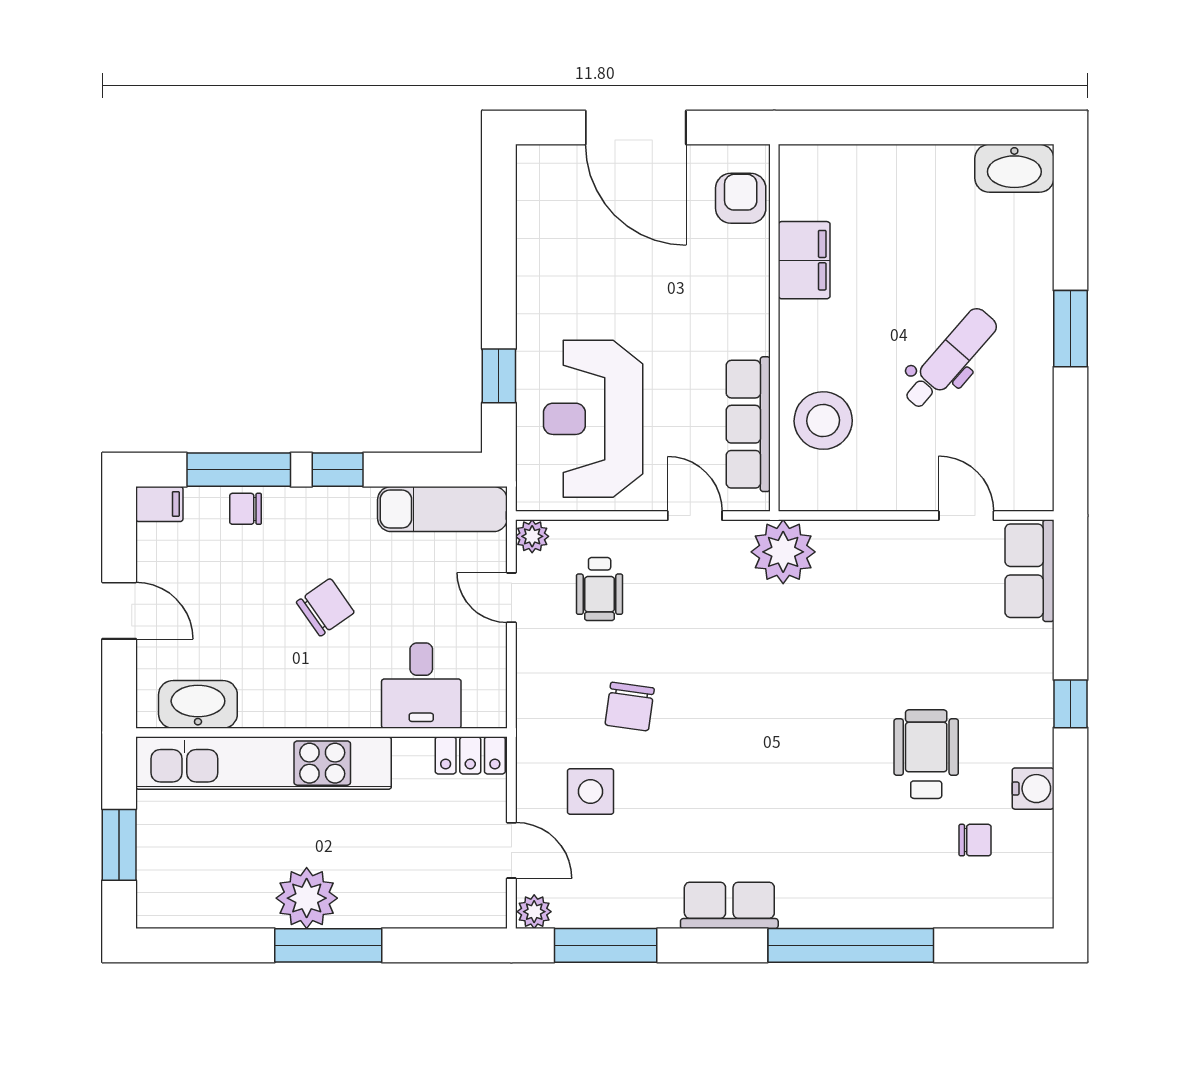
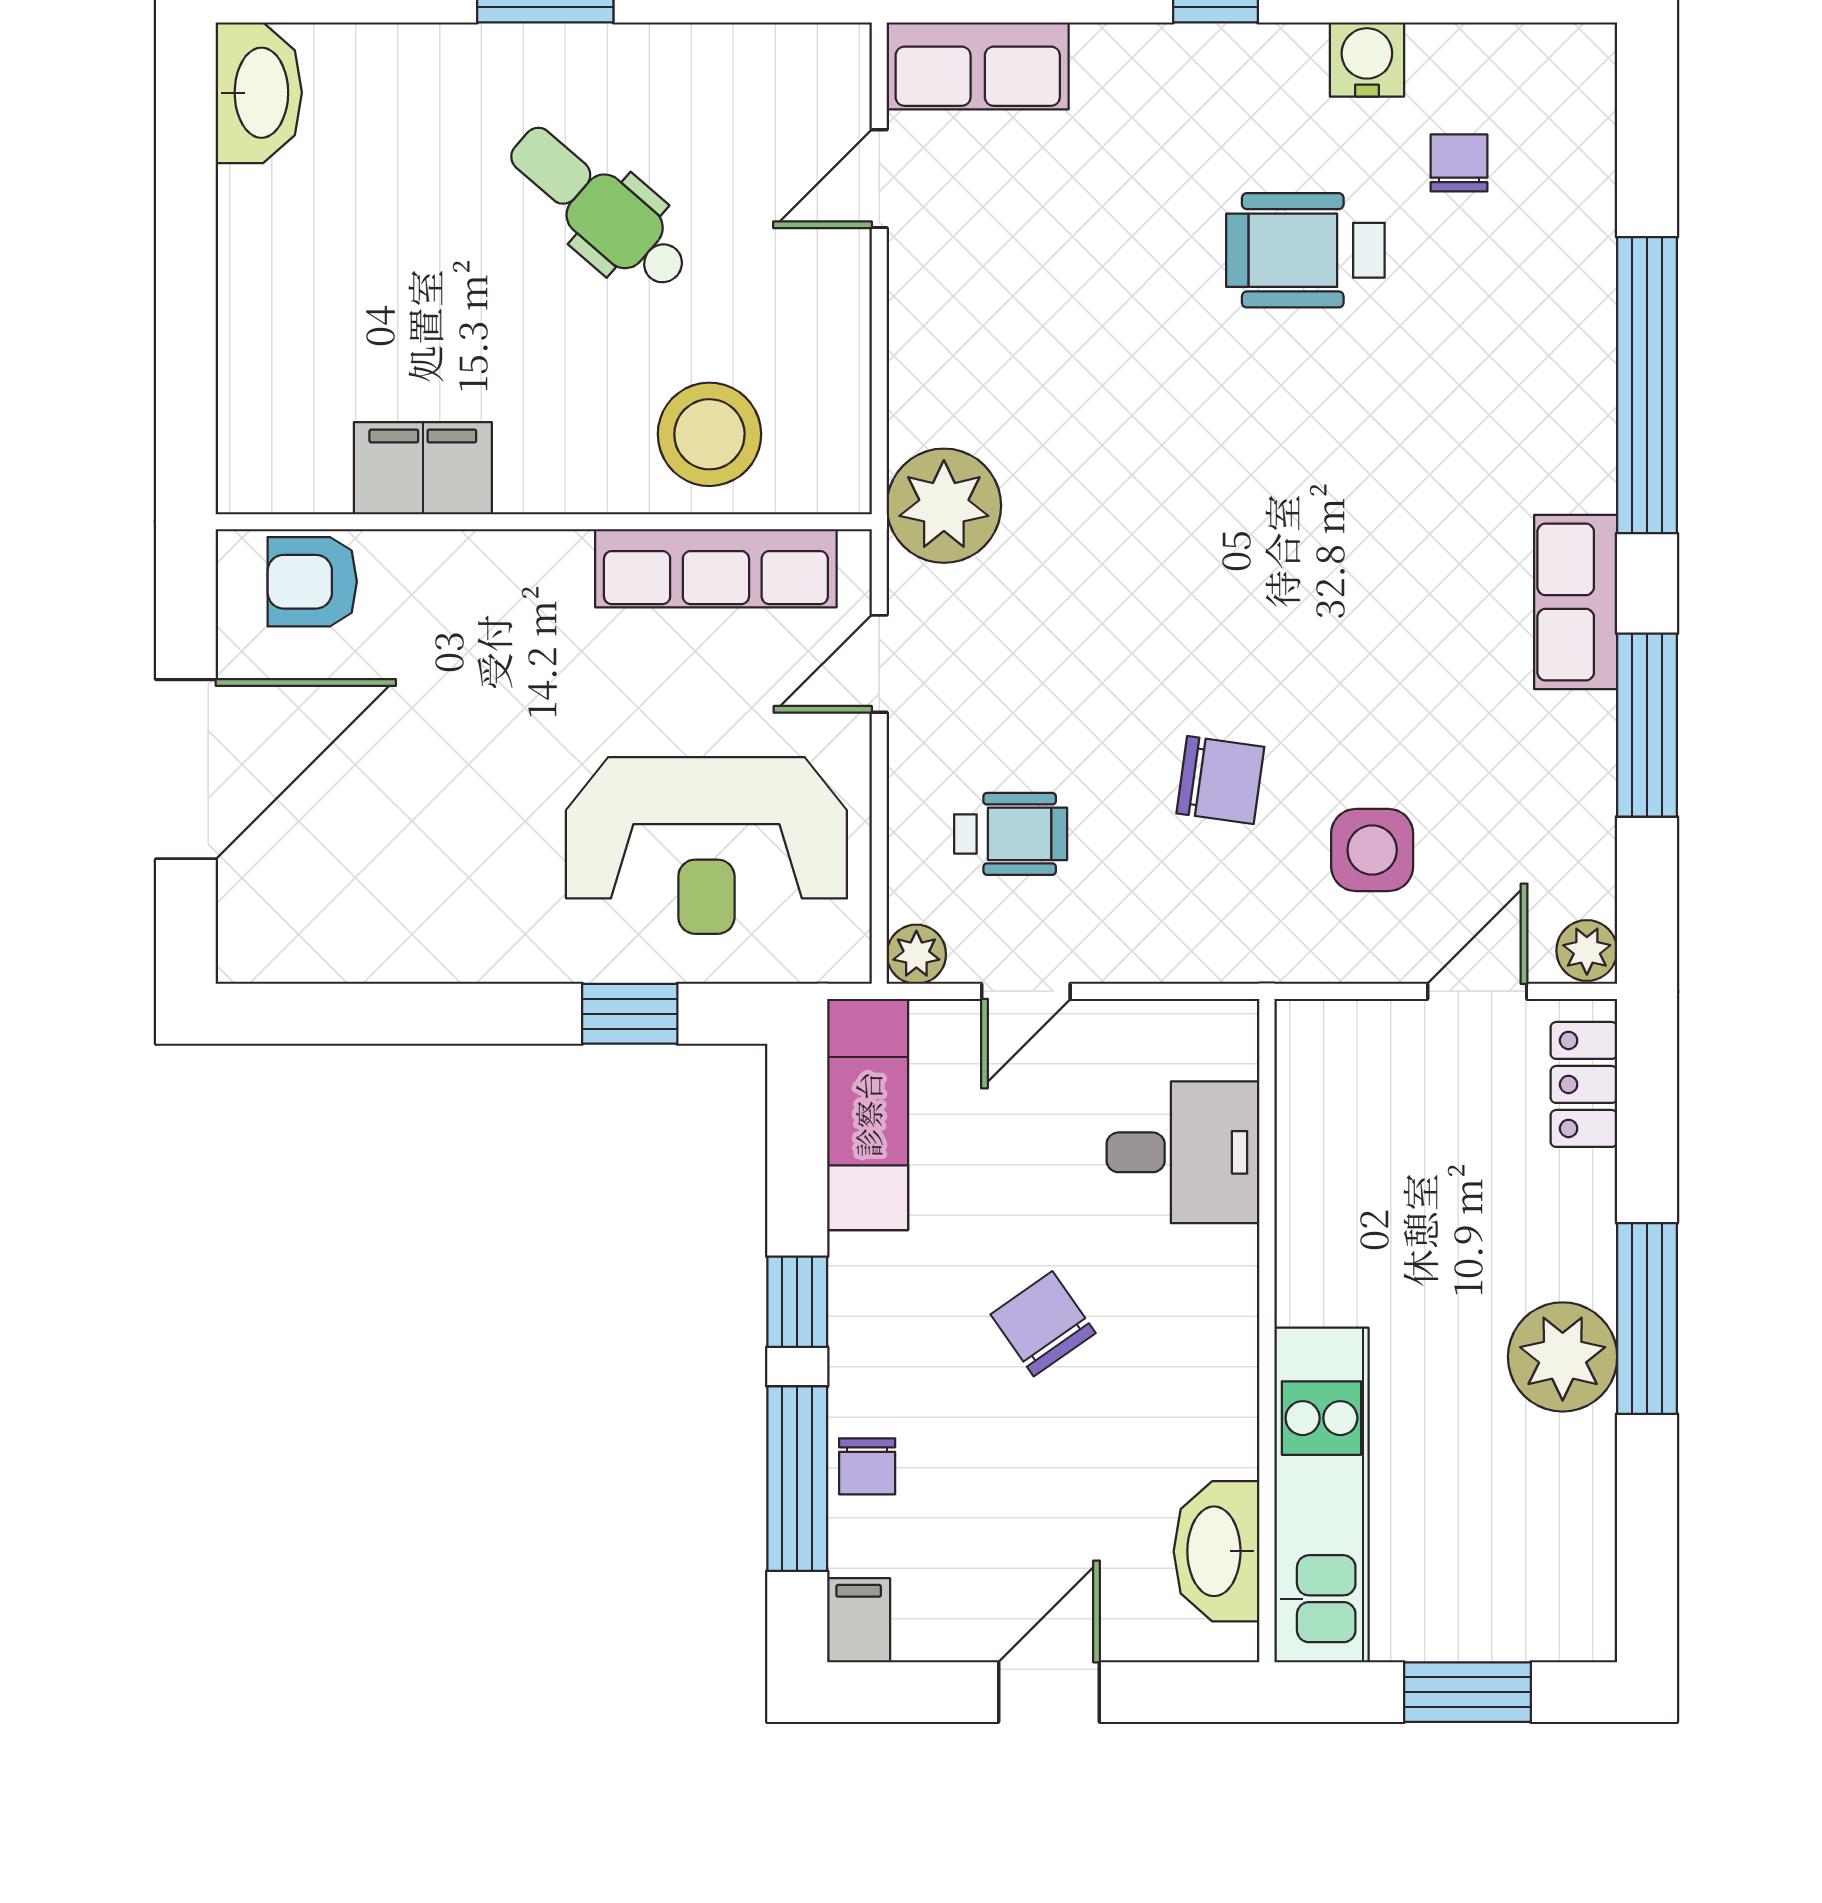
locker: (470, 755) -> (1584, 1084), moved, turned 180
kitchen unit: (264, 763) -> (1321, 1495), width x0.73
window: (606, 945) -> (1647, 725), moved

